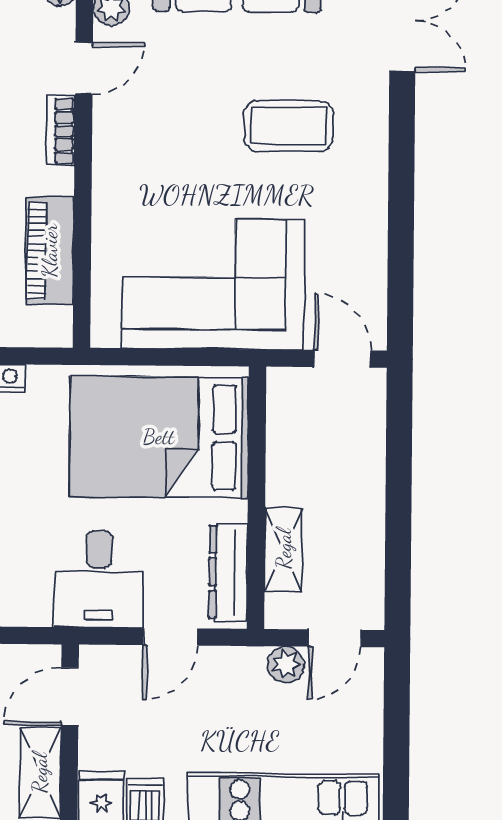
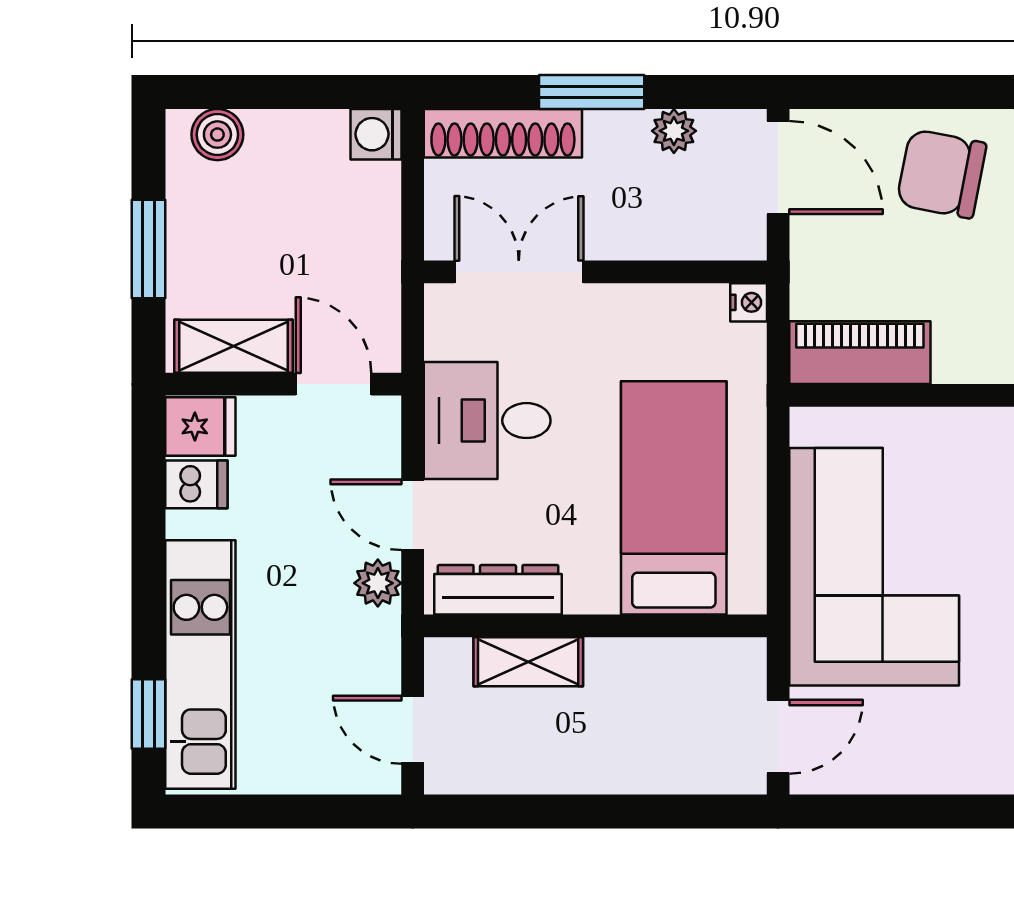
piano: (50, 251) -> (860, 353), moved
bed: (159, 437) -> (674, 498), width x0.67
plant: (286, 664) -> (378, 583), moved

